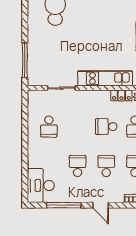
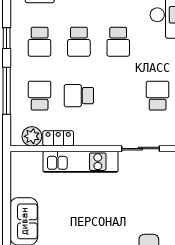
school desk: (106, 127) -> (79, 96), turned 180

